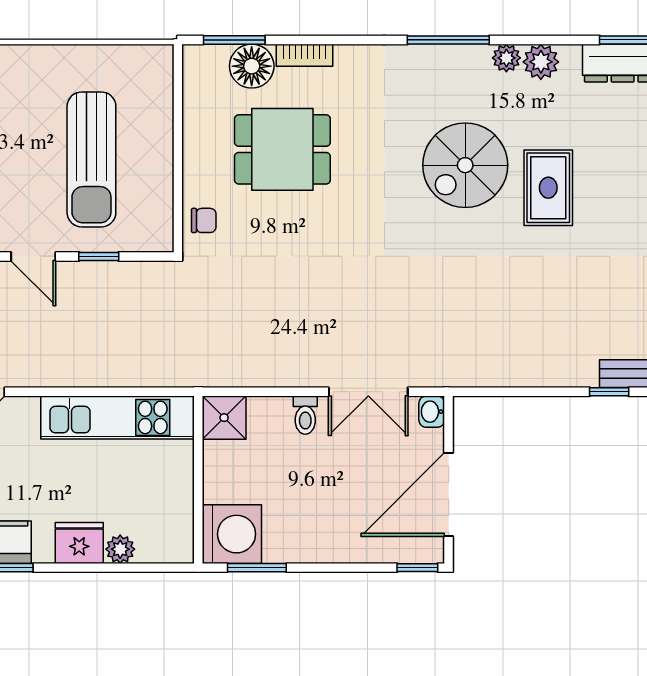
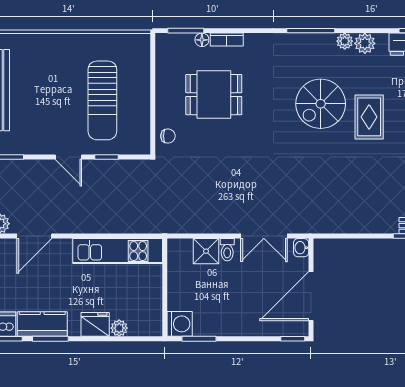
floor lamp: (252, 66) -> (202, 40), width x0.53, depth x0.53
shower: (224, 418) -> (206, 251), moved
washing machine: (232, 534) -> (180, 324), width x0.73, depth x0.73

